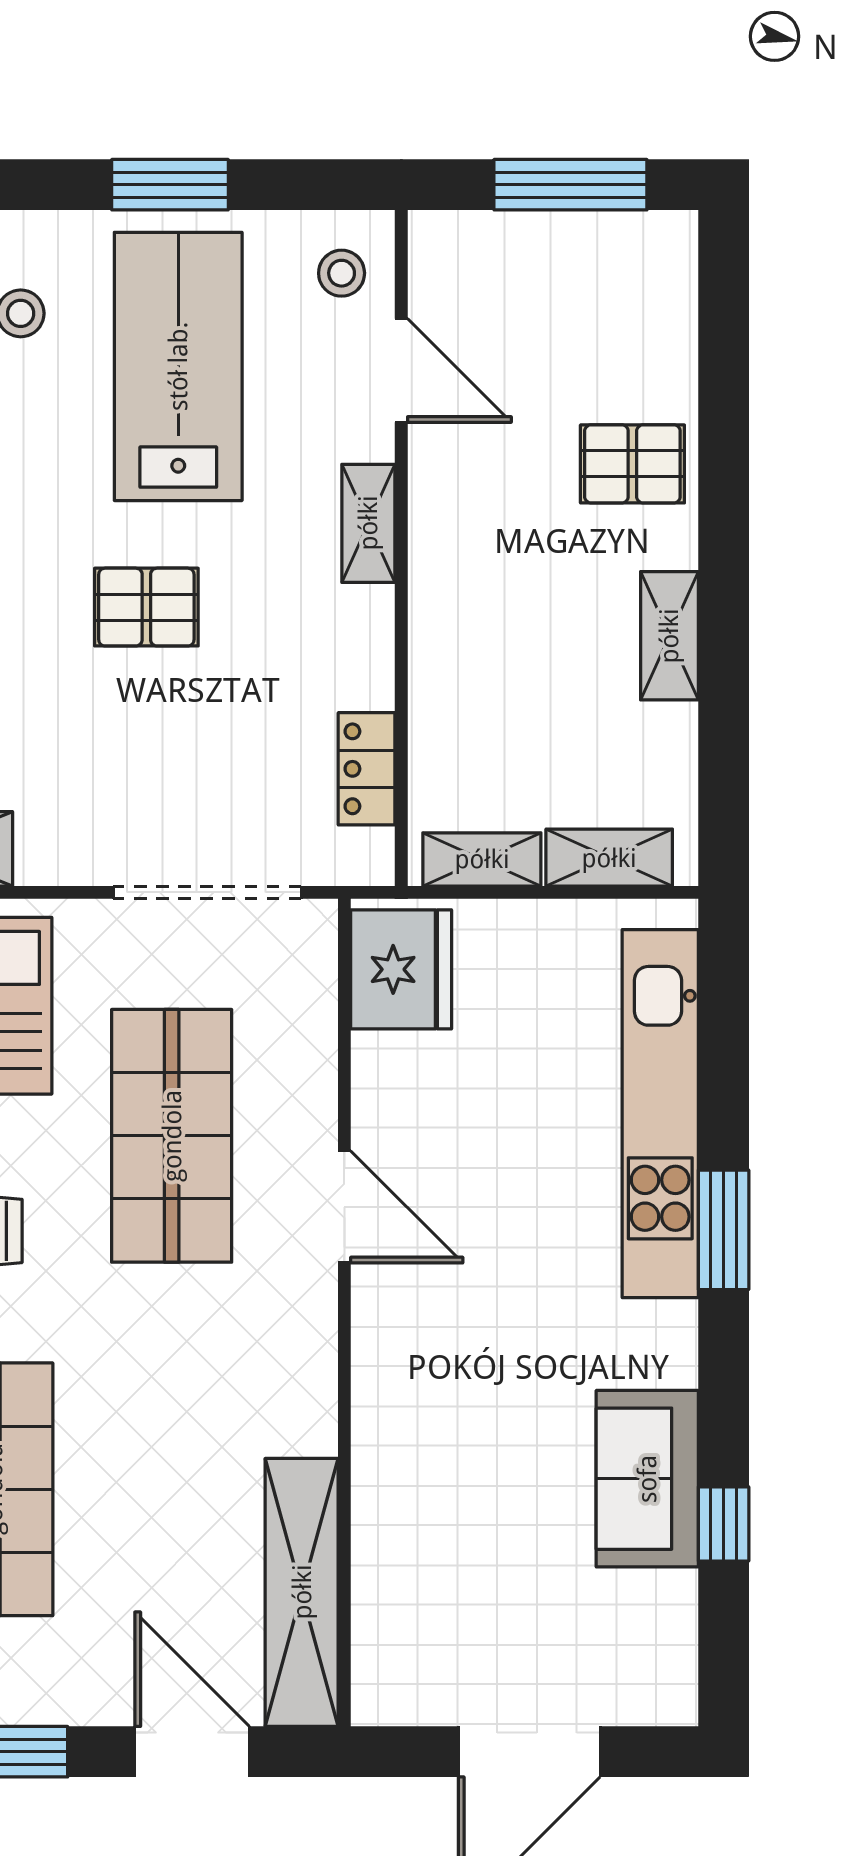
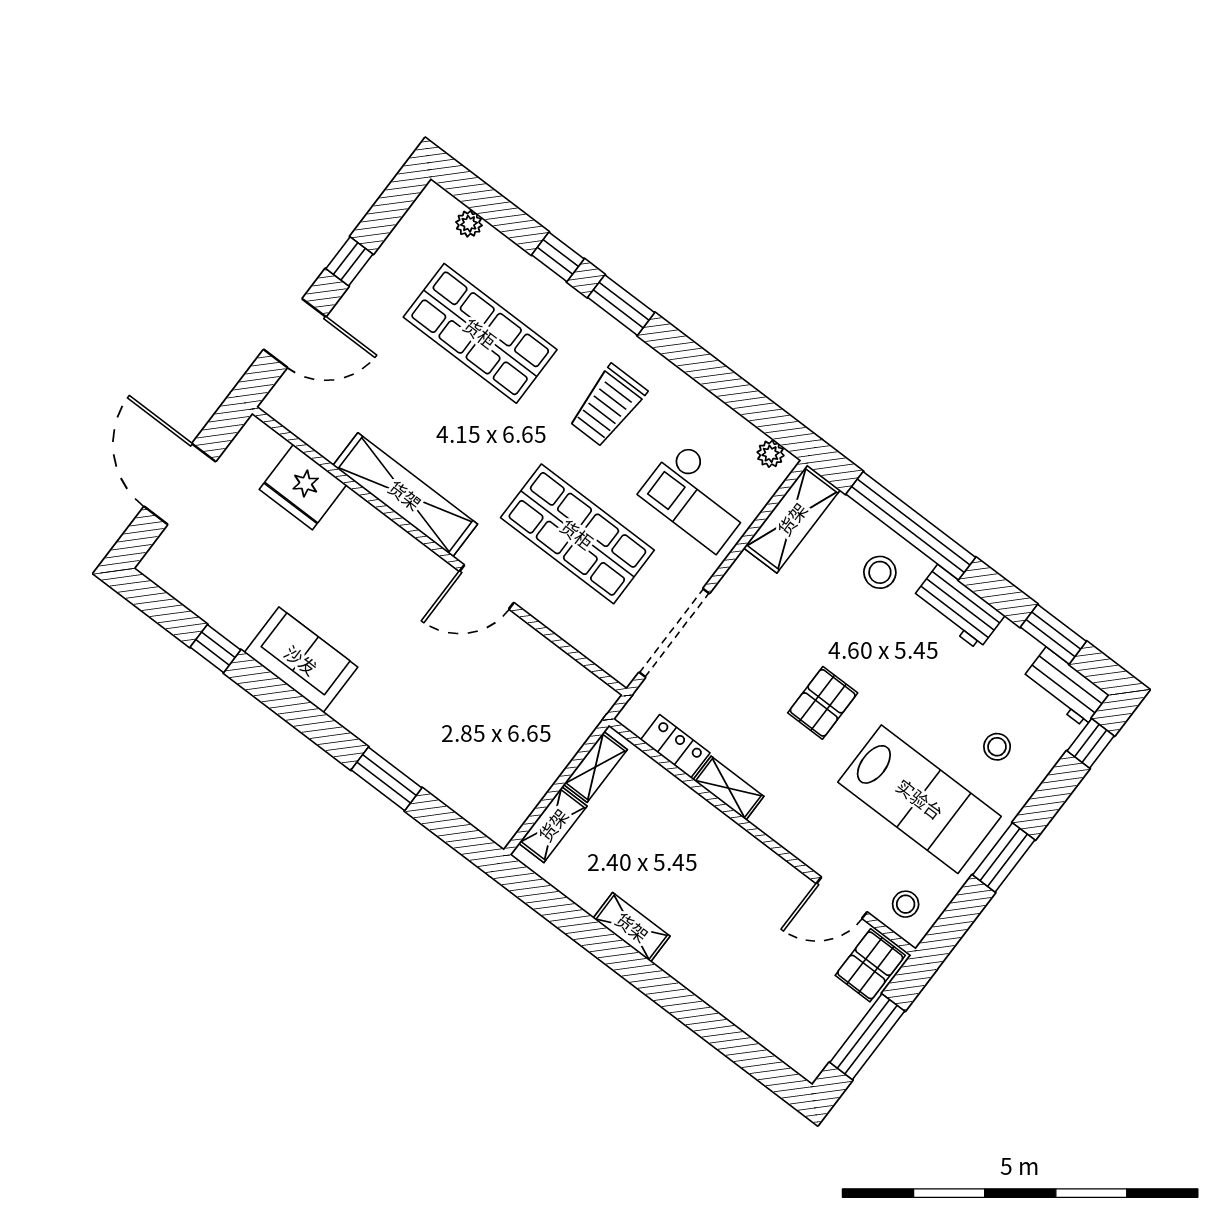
pallet: (632, 464) -> (870, 965), moved
shelving: (368, 523) -> (728, 788), moved
fridge: (401, 969) -> (303, 487), moved
kitchen unit: (660, 1114) -> (421, 760), removed
window: (724, 1230) -> (386, 779), moved
sofa: (647, 1479) -> (301, 660), moved
shelving: (302, 1592) -> (405, 495), moved

